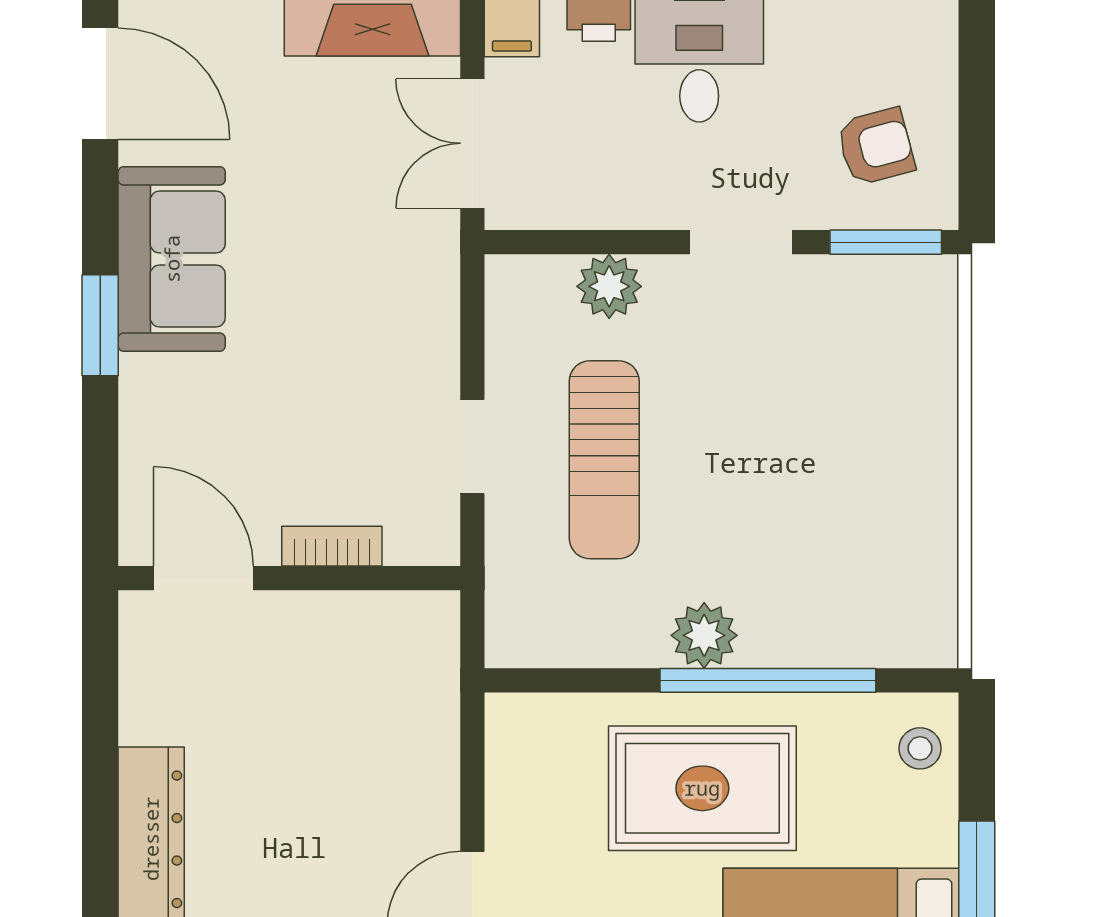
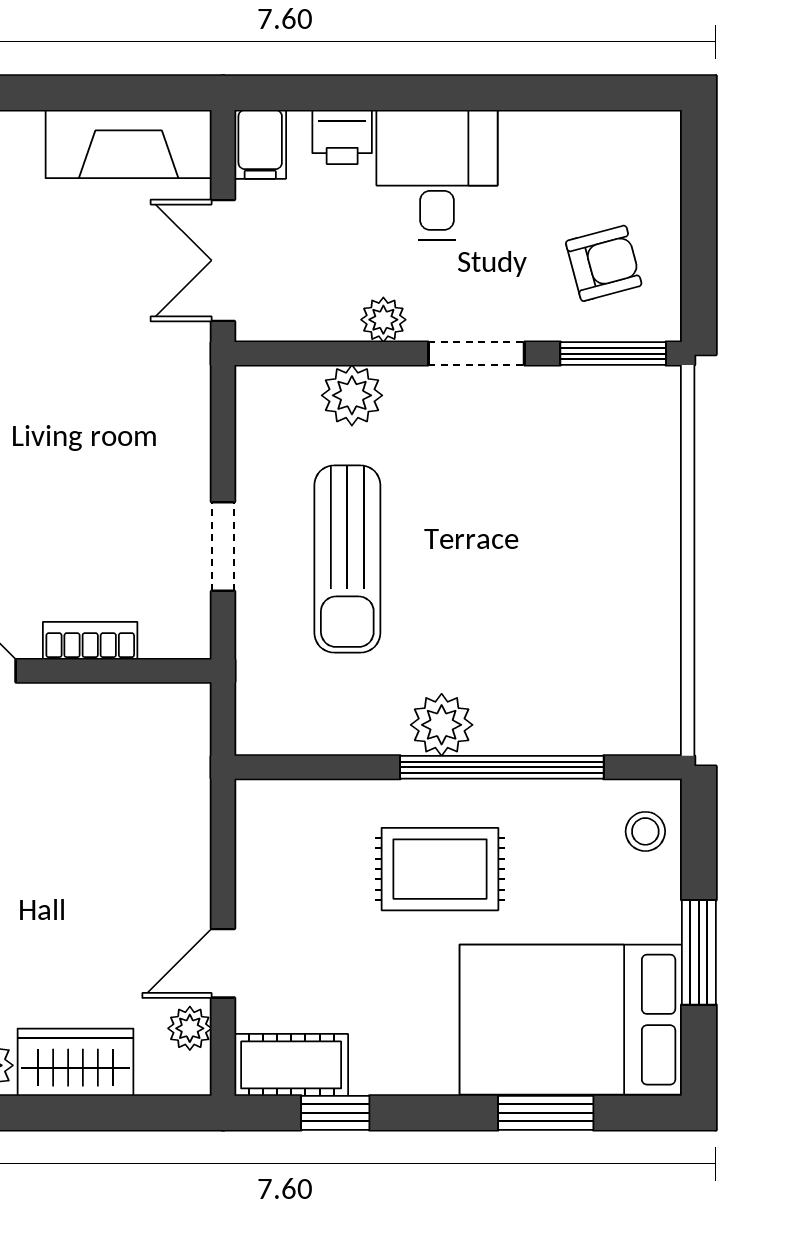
plant: (642, 206) -> (383, 320), added
rug: (702, 788) -> (440, 869), width x0.73, depth x0.70

